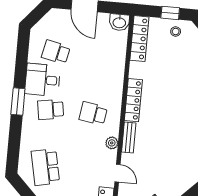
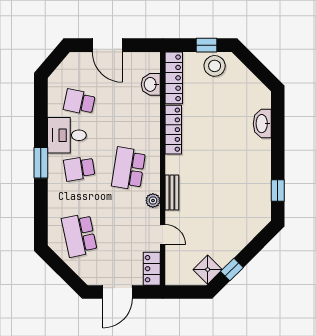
washbasin: (119, 22) -> (151, 84), moved, turned 90
stool: (176, 31) -> (215, 66), width x1.89, depth x1.89
locker: (133, 100) -> (173, 130), moved
school desk: (93, 113) -> (129, 169), width x1.85

